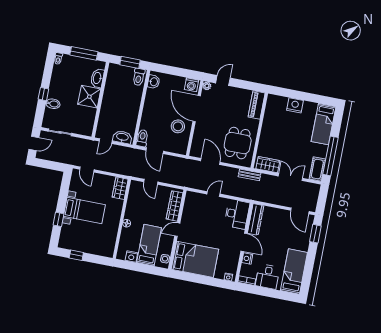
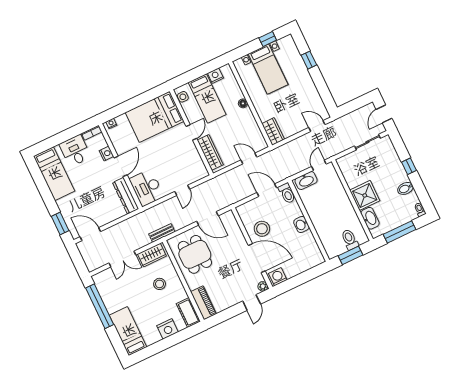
toilet: (139, 77) -> (350, 239), moved
washbasin: (154, 82) -> (301, 225), moved
bidet: (53, 104) -> (405, 188), moved
stool: (277, 141) -> (160, 284), added
cot: (317, 169) -> (188, 313), moved
bed with nightstands: (84, 211) -> (268, 69), moved, turned -90
door: (244, 242) -> (121, 166), swing flipped

